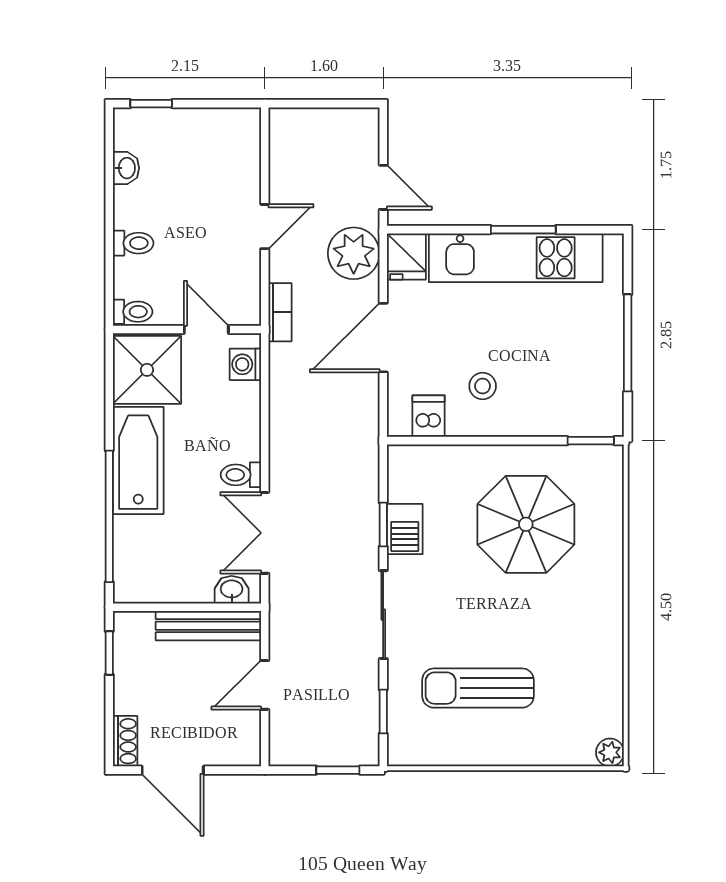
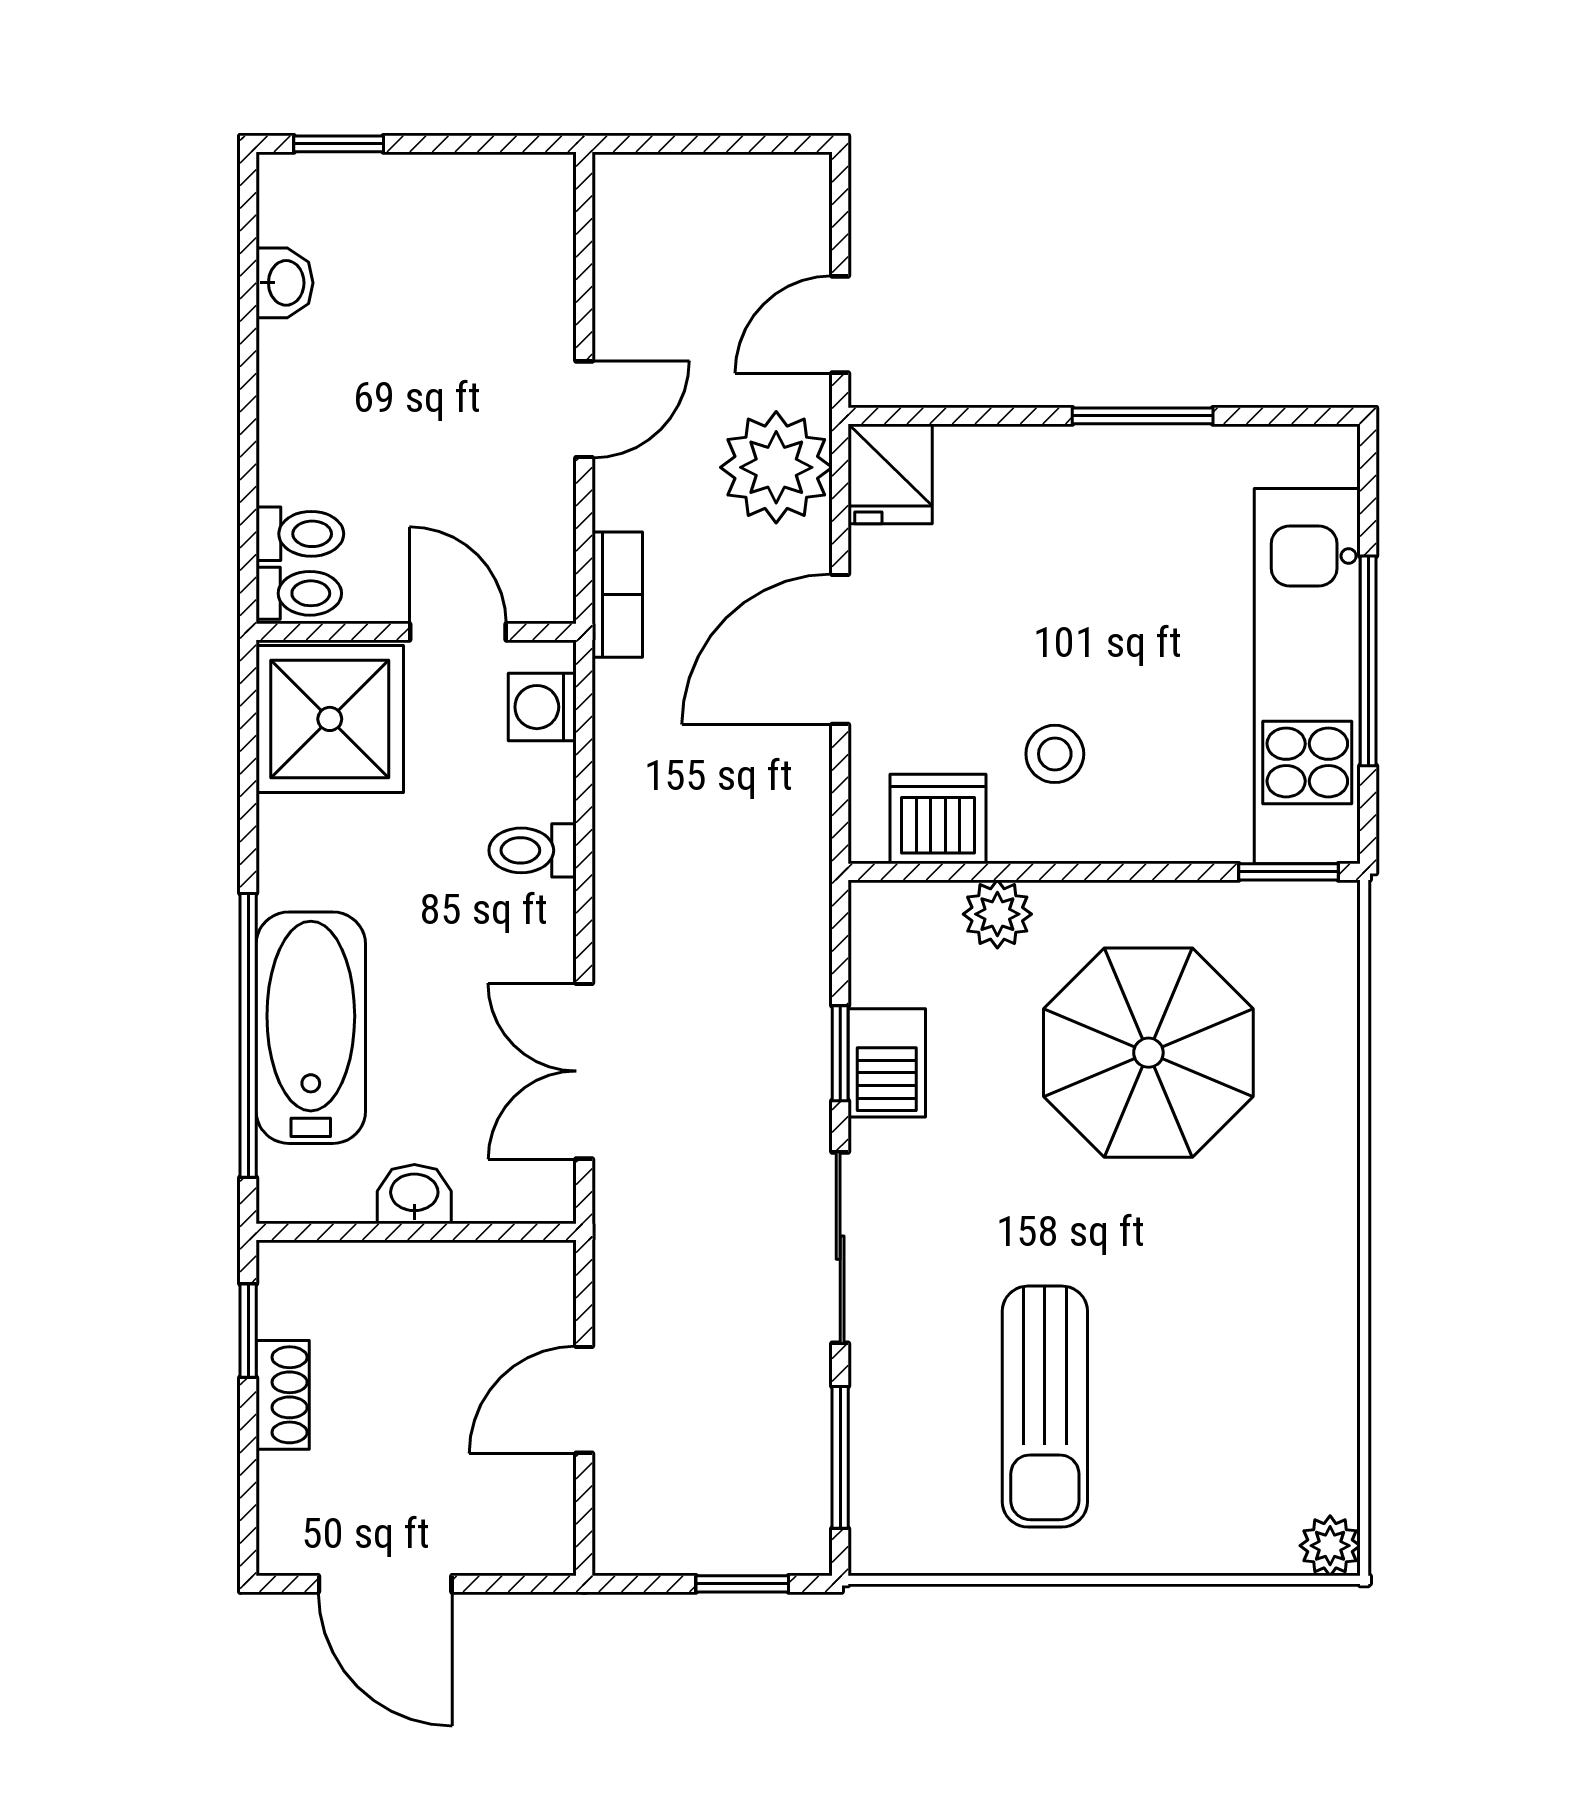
door: (383, 187) -> (840, 324), swing flipped
toilet: (133, 243) -> (300, 534), moved
kitchen unit: (516, 258) -> (1307, 676), moved, turned 90
dishwasher: (429, 416) -> (938, 819), width x1.38
plant: (456, 460) -> (997, 914), added
bathtub: (138, 461) -> (311, 1028), moved
toilet: (241, 475) -> (533, 850), moved
washbasin: (232, 590) -> (414, 1194), moved
bench: (208, 626) -> (462, 1272), removed
sun lounger: (478, 688) -> (1045, 1407), turned -90
window: (383, 712) -> (840, 1457), width x1.50
shoe rack: (125, 741) -> (283, 1395), moved

